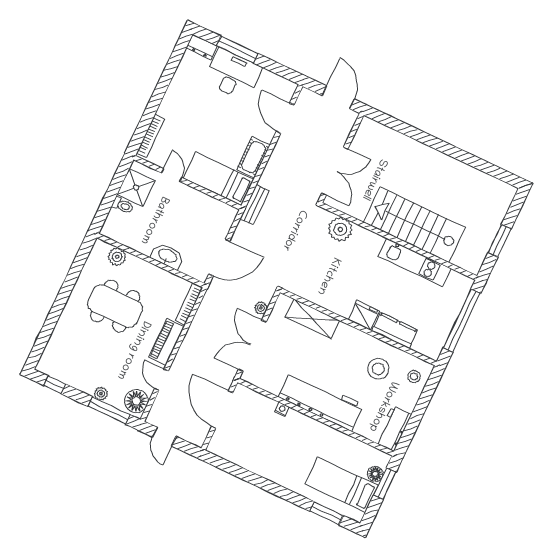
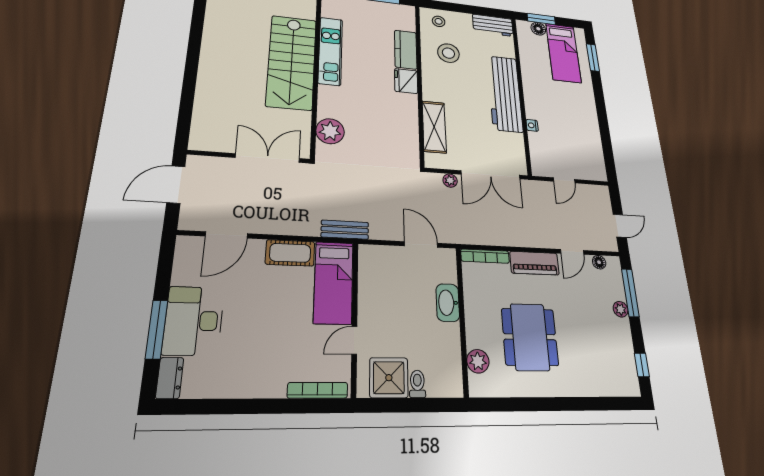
door: (219, 258) -> (421, 244), width x0.73
floor lamp: (136, 401) -> (599, 262), width x0.53, depth x0.53
door: (222, 410) -> (564, 180), width x0.53

